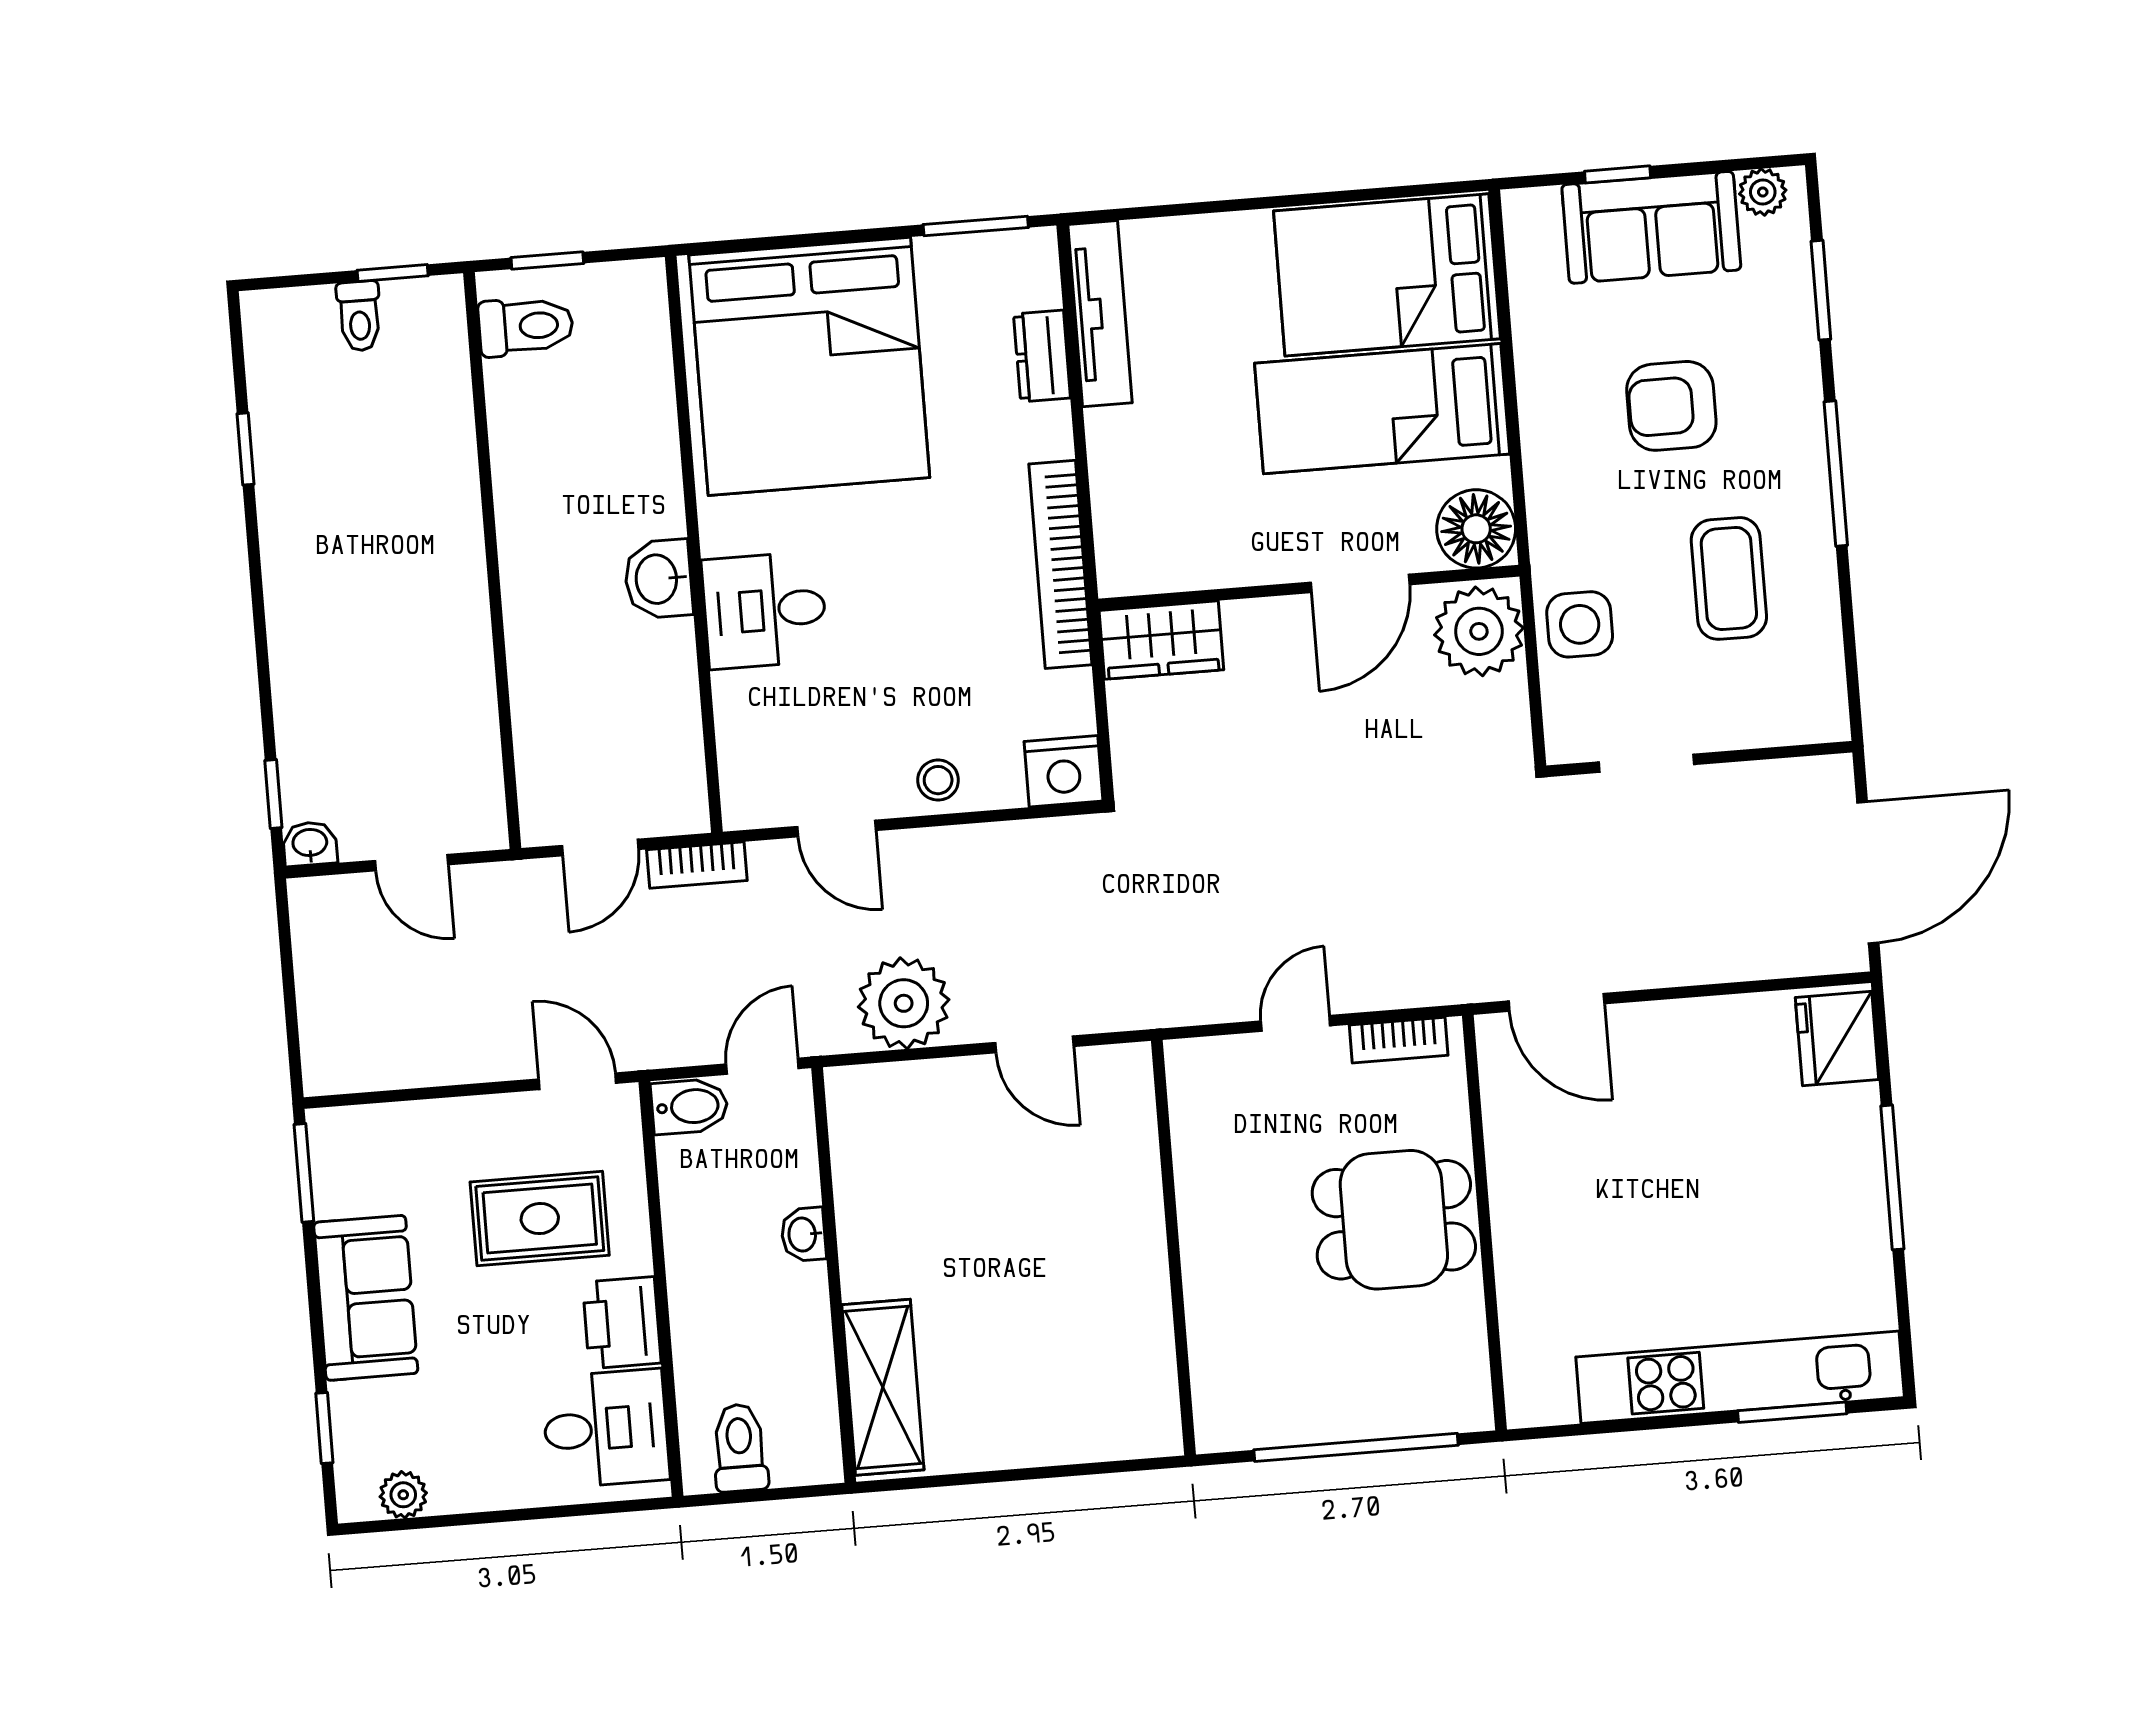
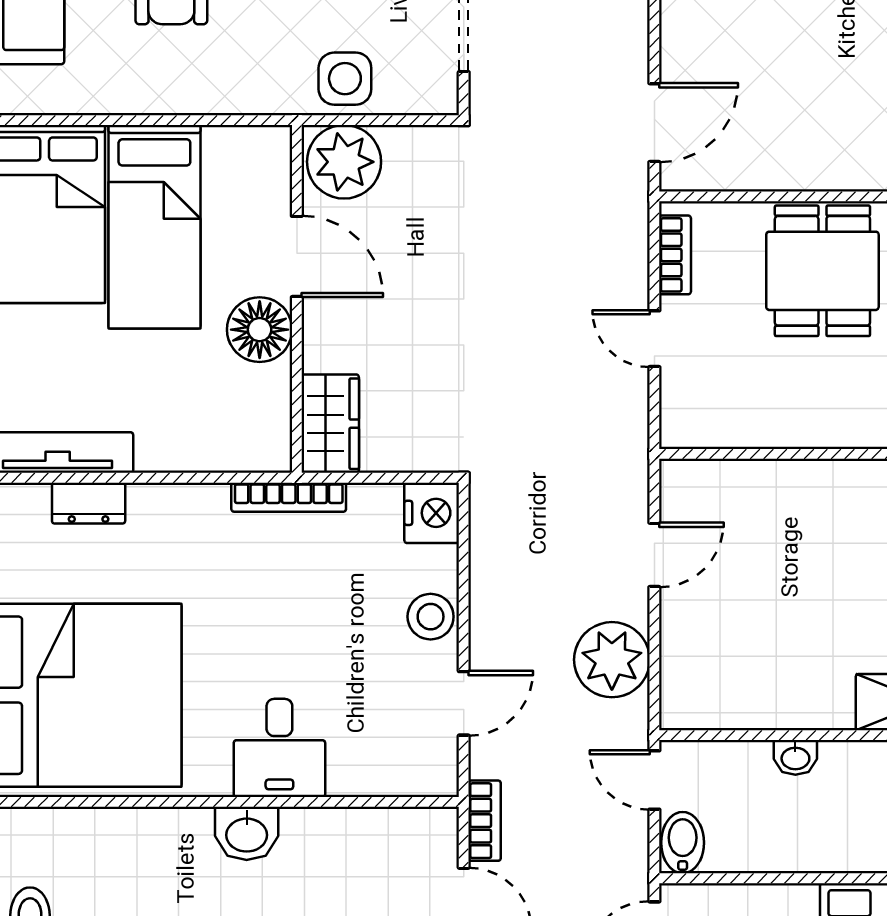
floor lamp: (1476, 529) -> (260, 330), moved
bookcase: (1060, 564) -> (289, 497), width x0.68, depth x0.76
stool: (938, 780) -> (431, 617), width x1.37, depth x1.37

